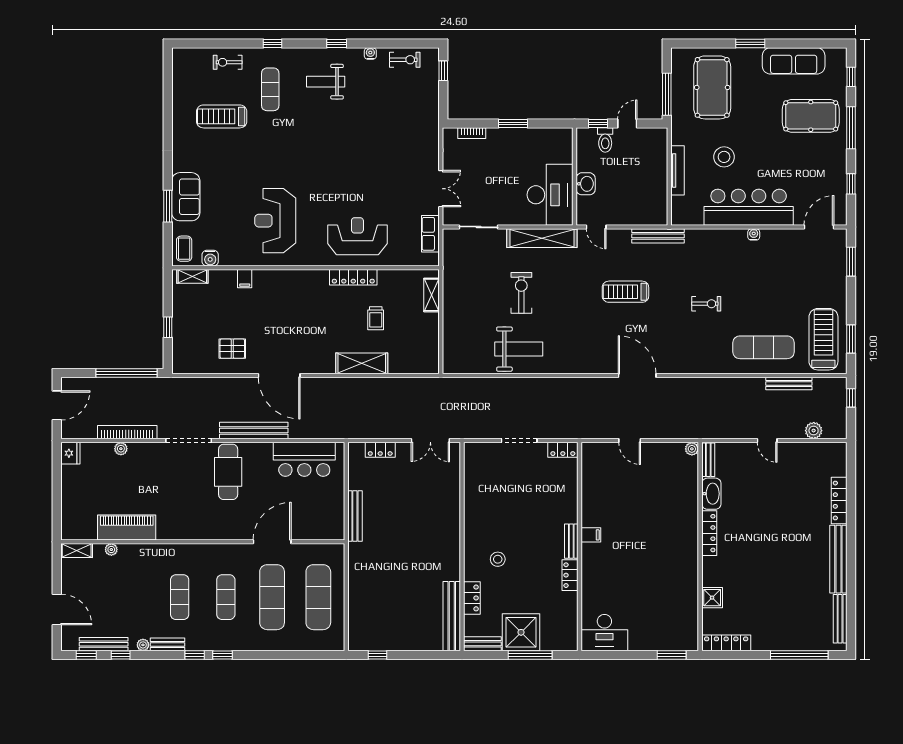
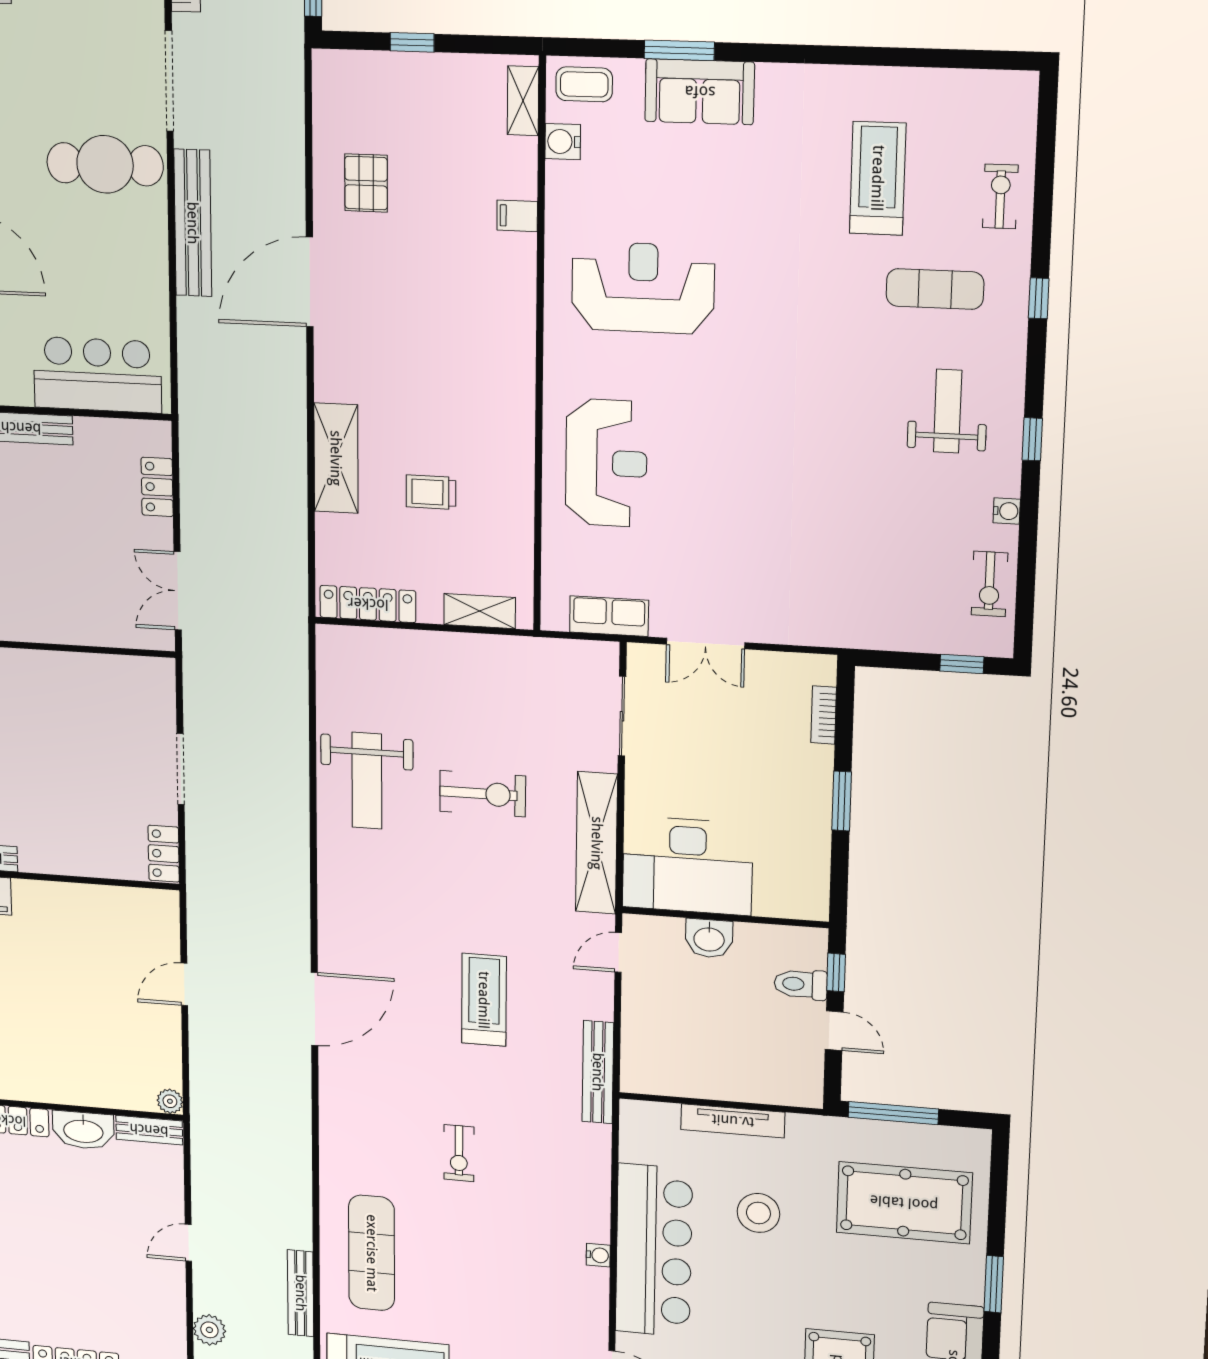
locker: (353, 277) -> (368, 604), moved, turned 90
bar counter: (304, 459) -> (97, 375), moved, turned 90

